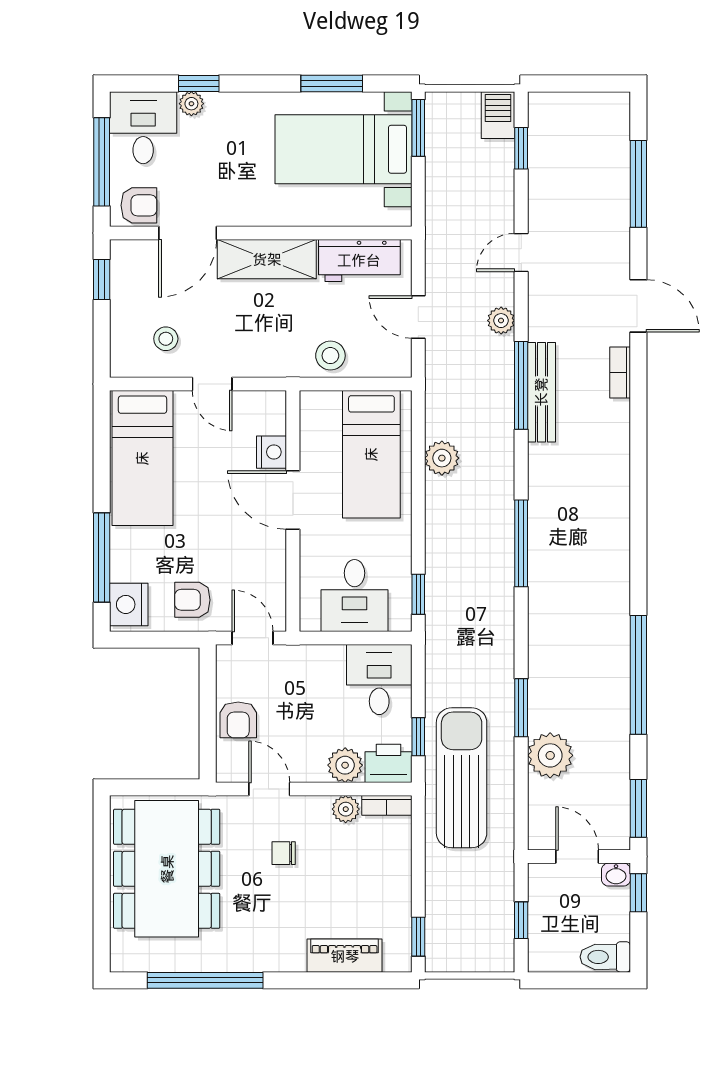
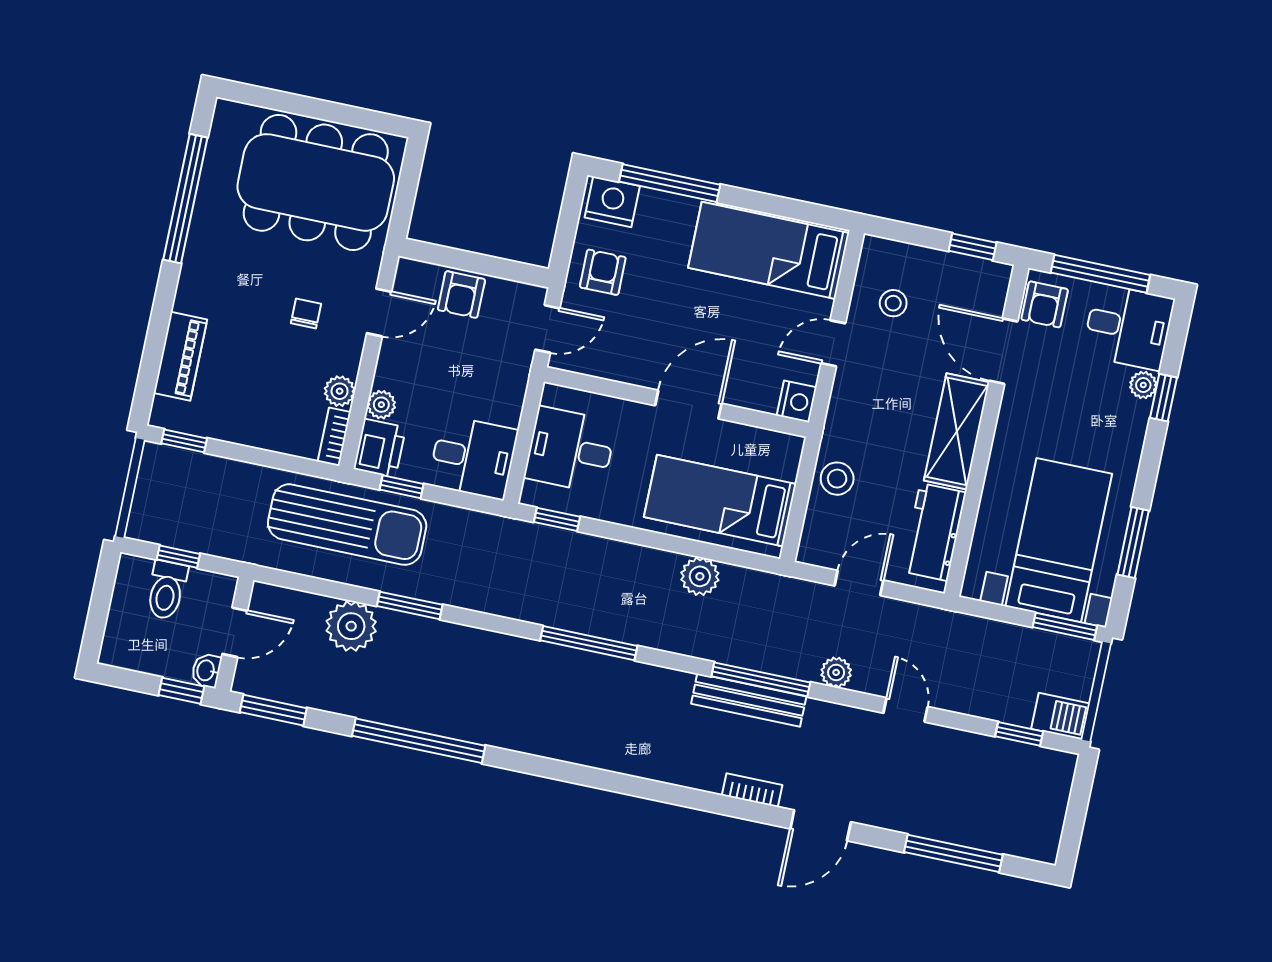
nightstand: (271, 452) -> (797, 402), moved, turned -90
armchair: (238, 720) -> (461, 295), turned -90
plant: (345, 765) -> (381, 405), width x0.73, depth x0.73
toilet: (605, 957) -> (167, 590), moved, turned 180

